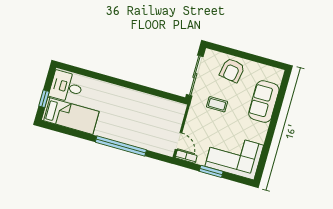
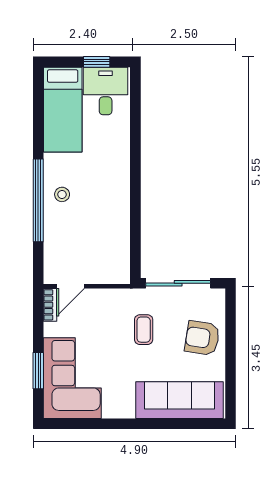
window: (44, 99) -> (97, 62), moved
sofa: (264, 102) -> (180, 400), width x1.36
stool: (121, 131) -> (62, 194), added
window: (211, 171) -> (38, 371), moved

